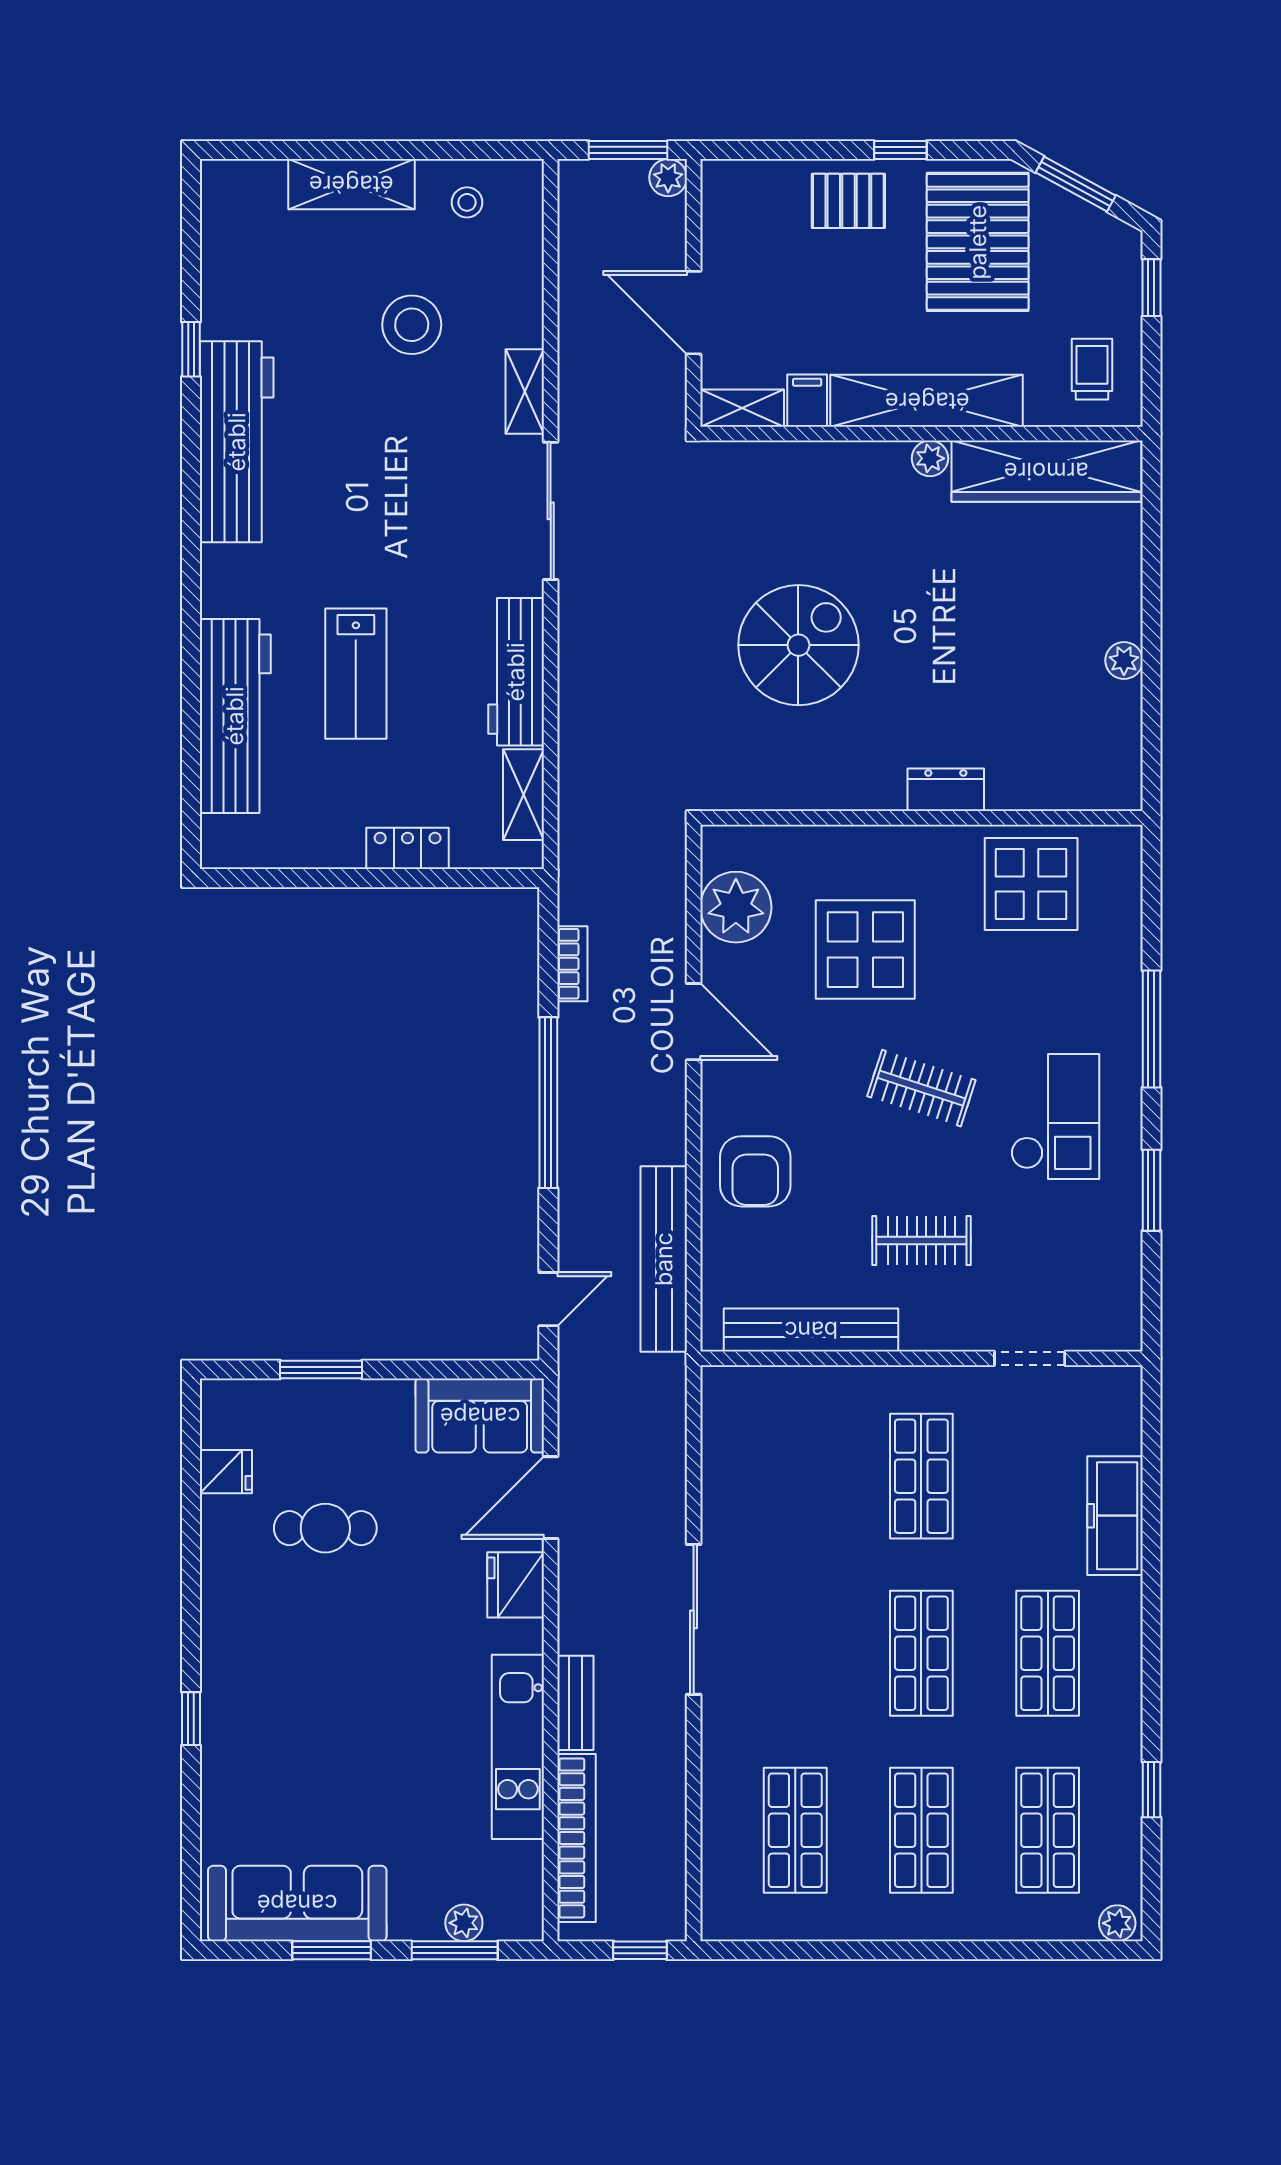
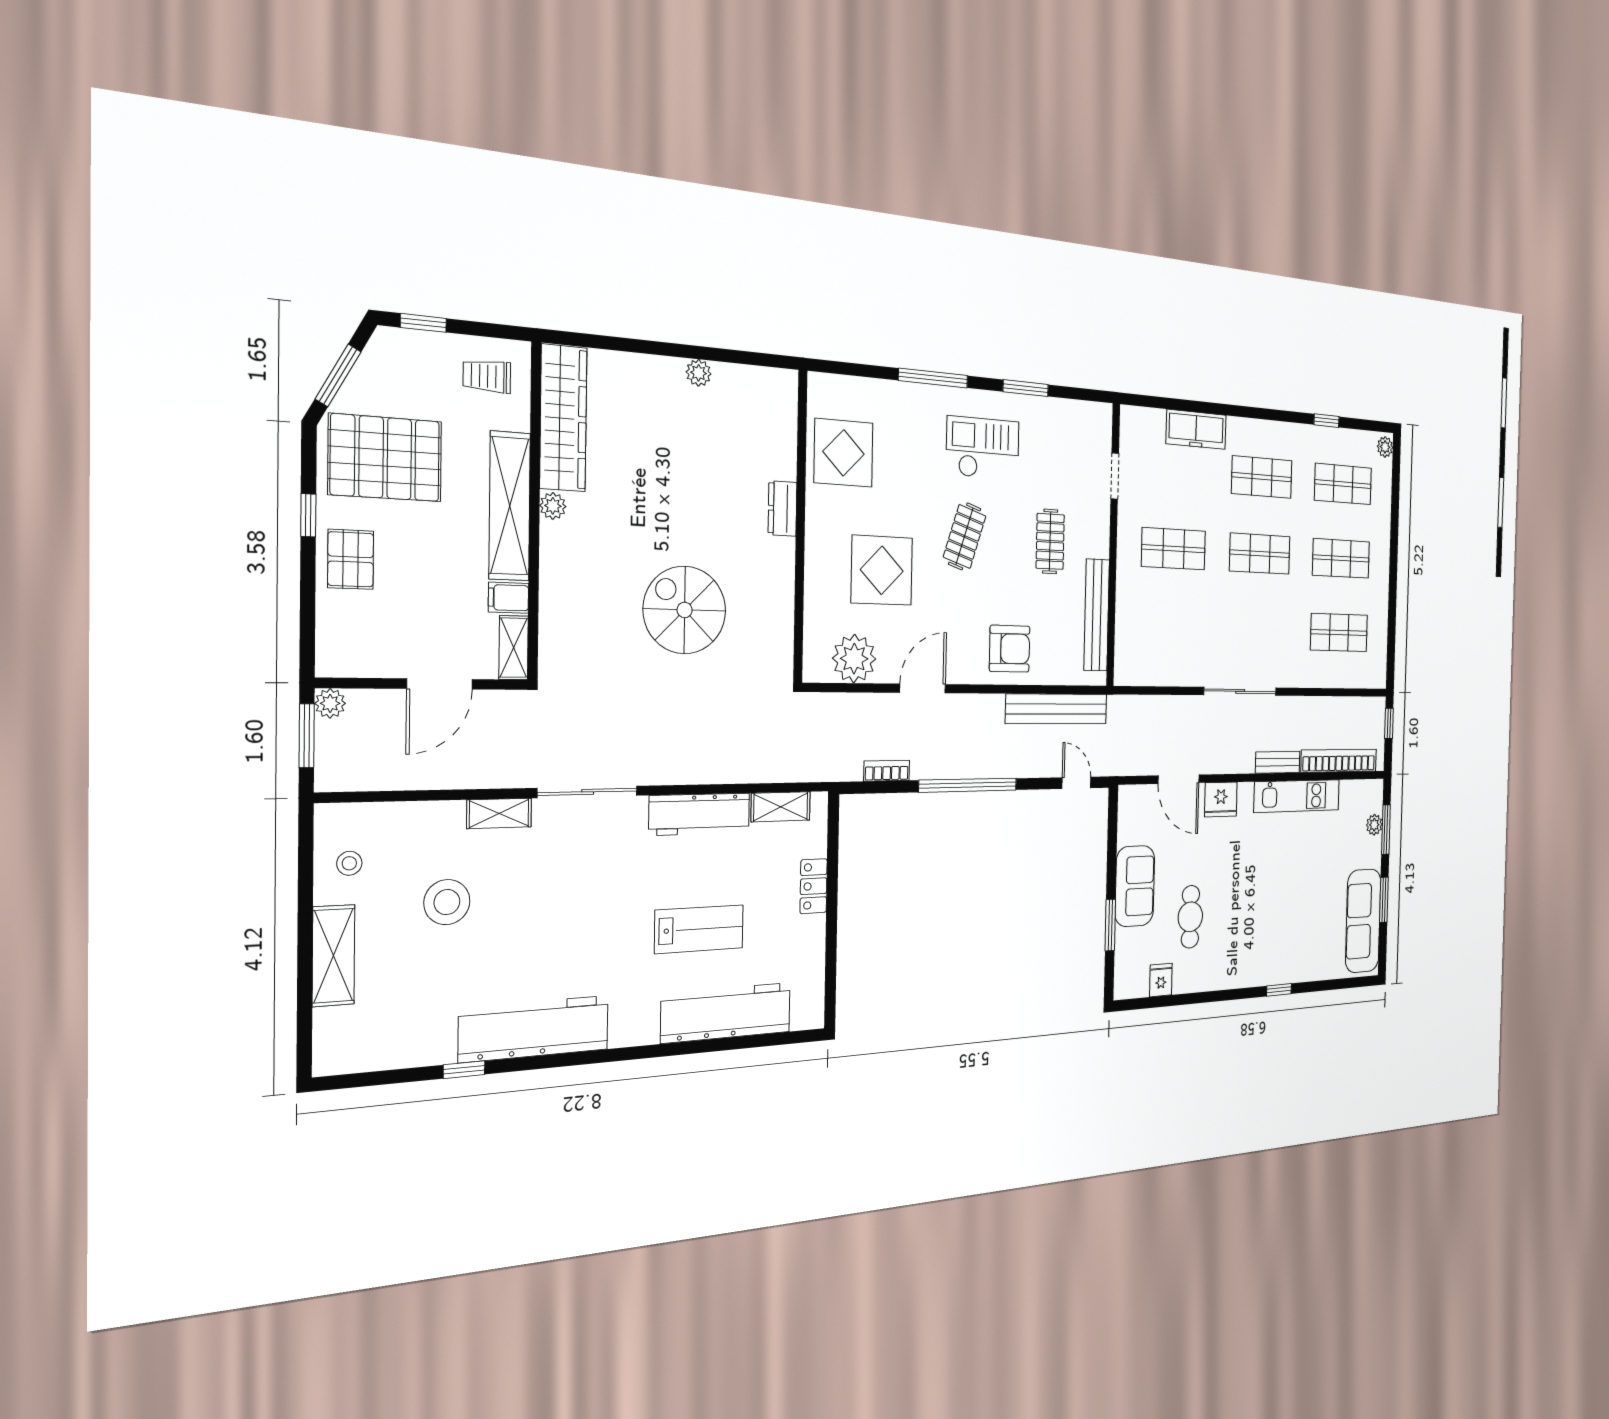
sofa: (480, 1416) -> (1135, 886), moved

